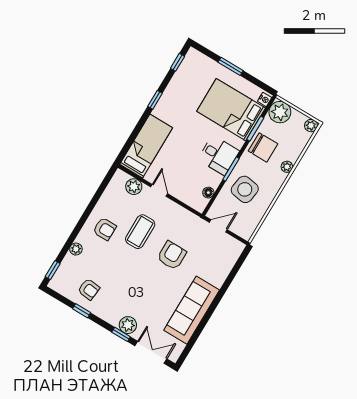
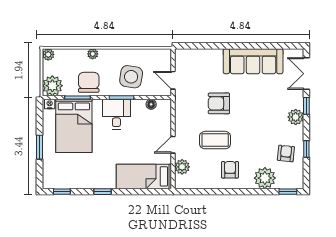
plant: (76, 249) -> (265, 178), width x1.88, depth x1.88
plant: (128, 325) -> (296, 117), moved

